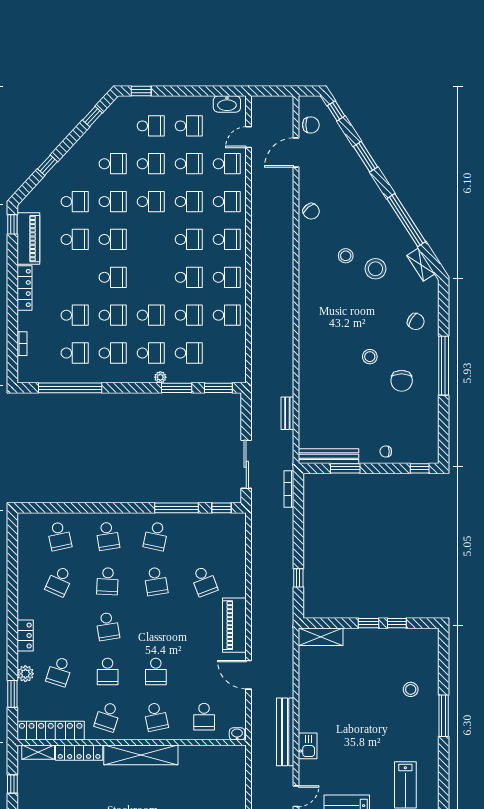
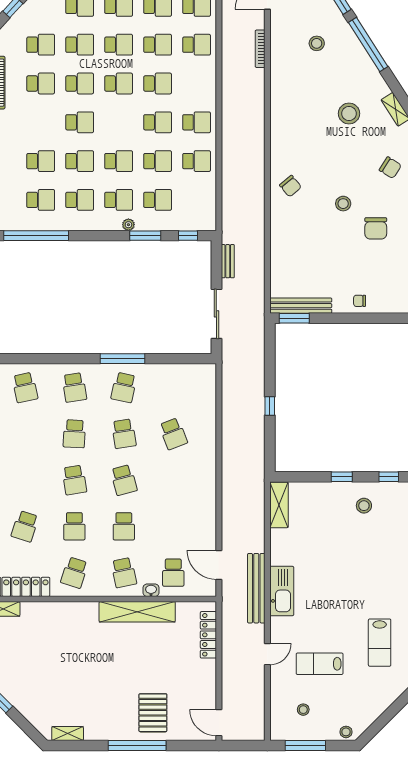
chair: (311, 211) -> (290, 186), moved
window: (406, 220) -> (368, 44), moved
school desk: (227, 239) -> (119, 83), moved
stool: (346, 256) -> (317, 43), moved
window: (218, 388) -> (188, 236), width x0.67
bench: (287, 413) -> (228, 261), moved
window: (345, 468) -> (294, 318), moved
window: (420, 468) -> (394, 318), removed
bookcase: (289, 489) -> (260, 49), moved
window: (176, 508) -> (122, 359), moved
window: (221, 508) -> (191, 359), removed
window: (298, 578) -> (270, 406), moved
school desk: (59, 581) -> (124, 480), moved, turned -39
window: (397, 623) -> (389, 477), moved
piano: (234, 625) -> (204, 479), removed
shelving: (321, 637) -> (279, 505), moved, turned 90
door: (249, 675) -> (219, 565), moved
stool: (411, 689) -> (364, 506), moved
washbasin: (237, 734) -> (151, 590), moved
kitchen sink: (308, 746) -> (282, 591), width x1.88, depth x1.24
locker: (79, 753) -> (208, 635), moved, turned 90
shelving: (141, 755) -> (137, 612), moved

